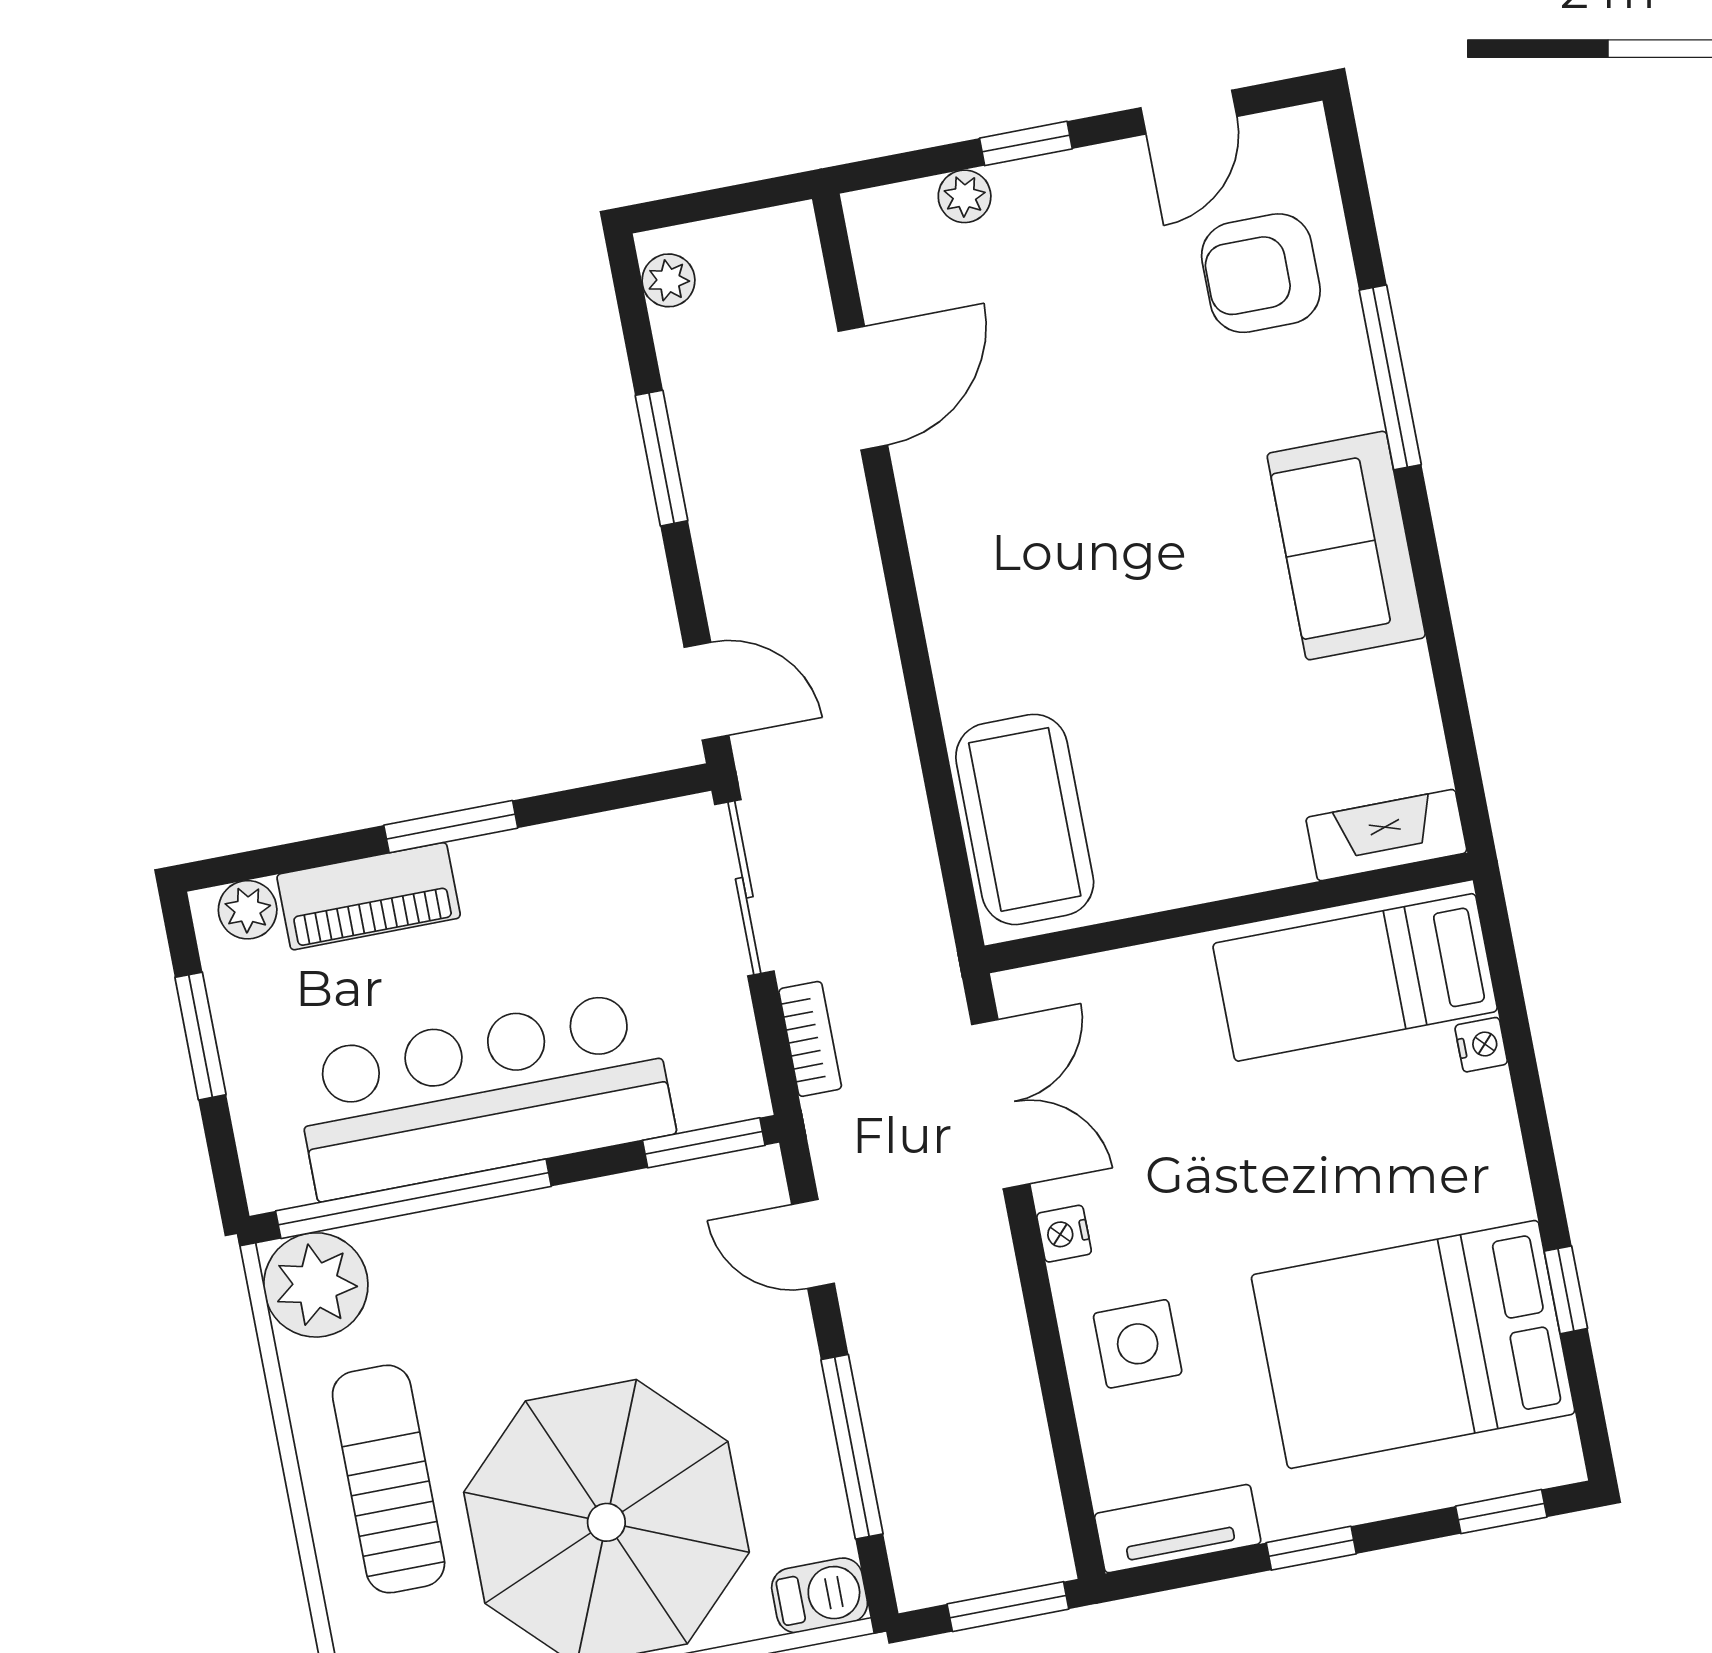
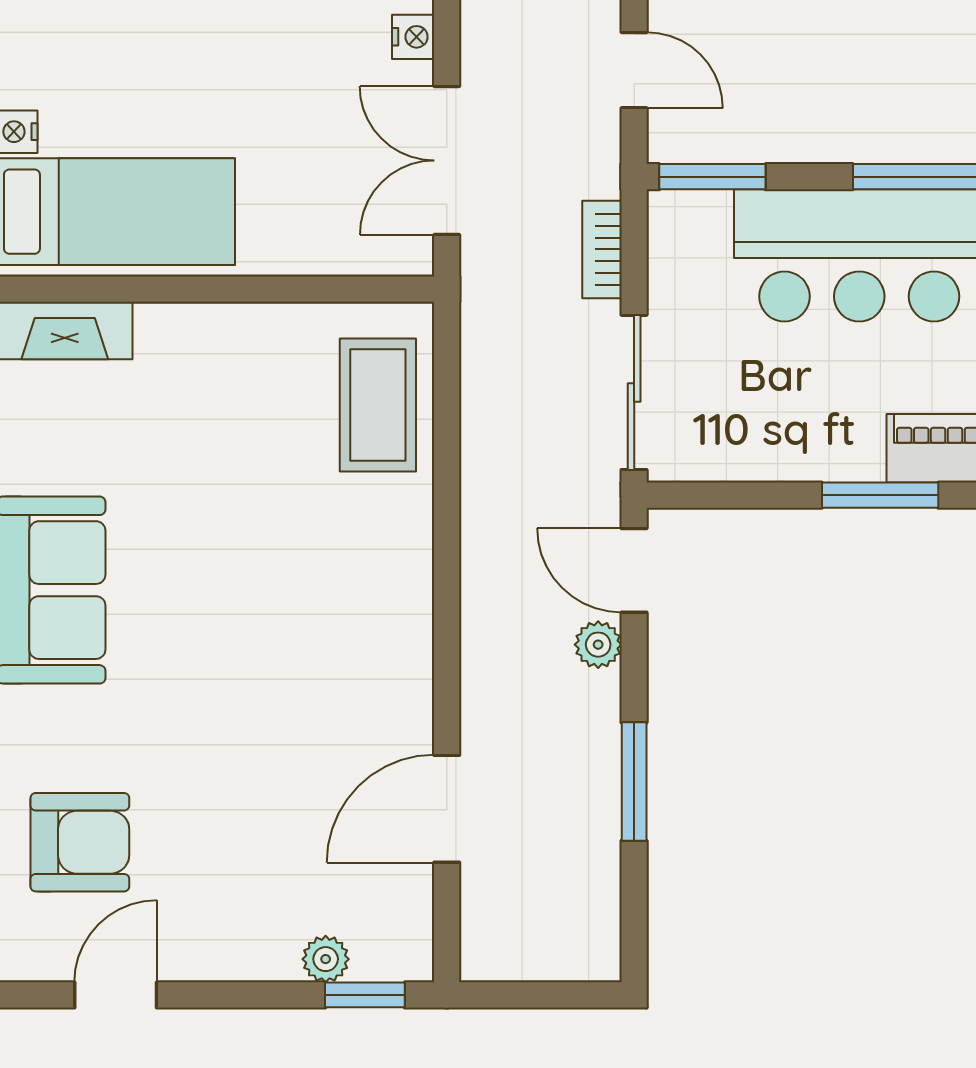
window: (1026, 143) -> (365, 995), moved
plant: (669, 280) -> (598, 645), moved
coffee table: (1025, 819) -> (378, 405), width x0.73, depth x0.76

